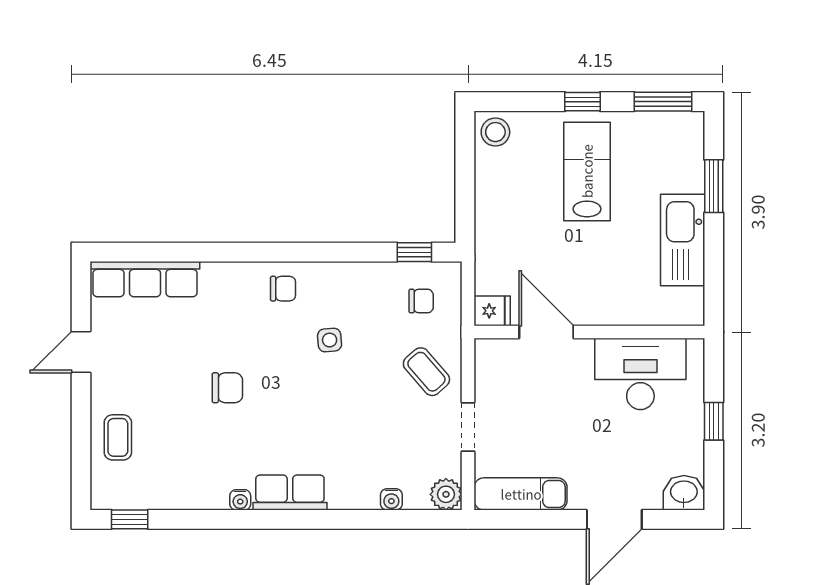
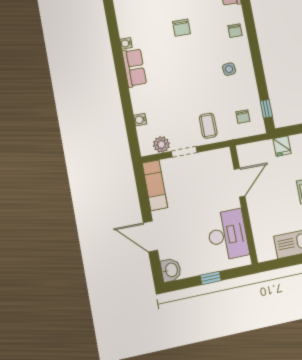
chair: (283, 289) -> (235, 31), moved
fridge: (492, 311) -> (282, 146), moved
side table: (330, 340) -> (229, 69), moved
coffee table: (426, 372) -> (208, 126), turned -49
plant: (446, 494) -> (161, 145), moved

